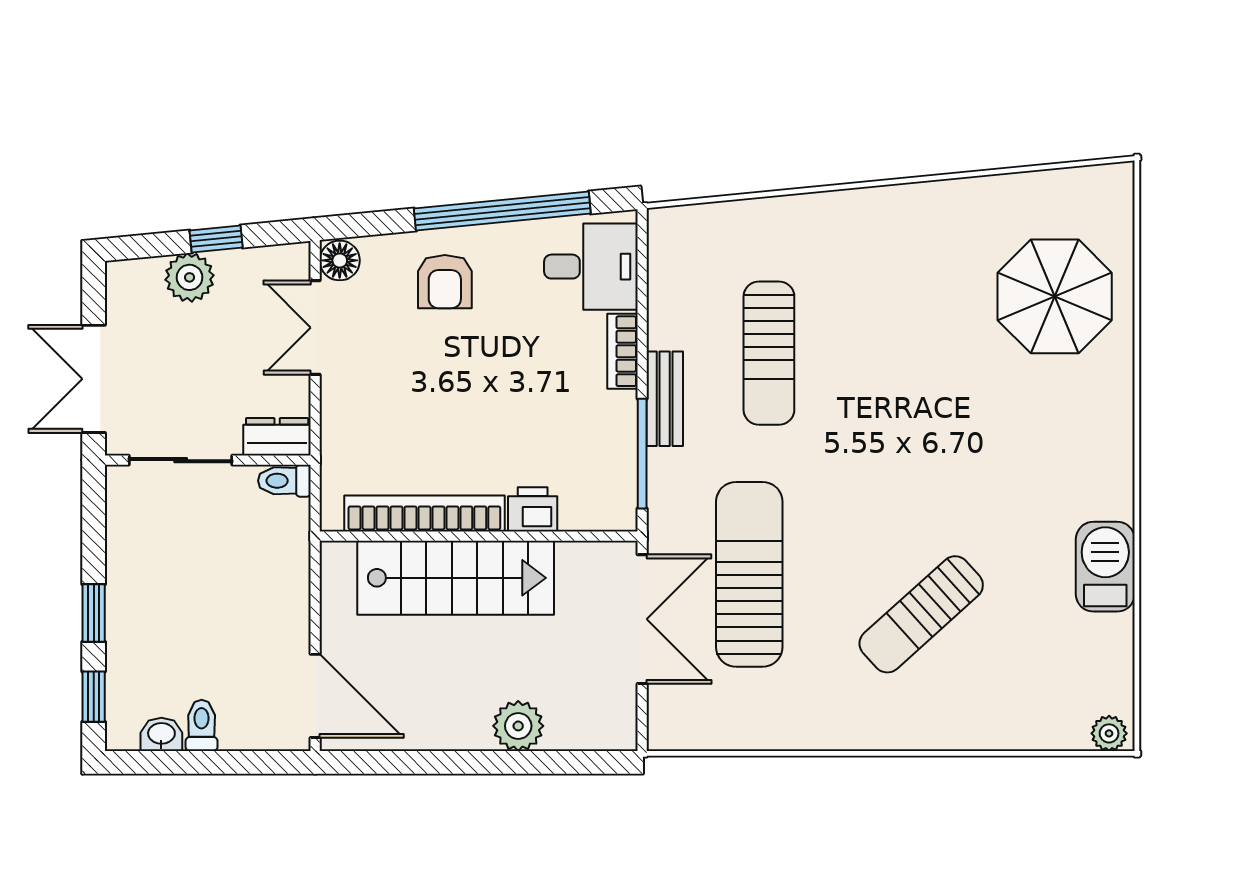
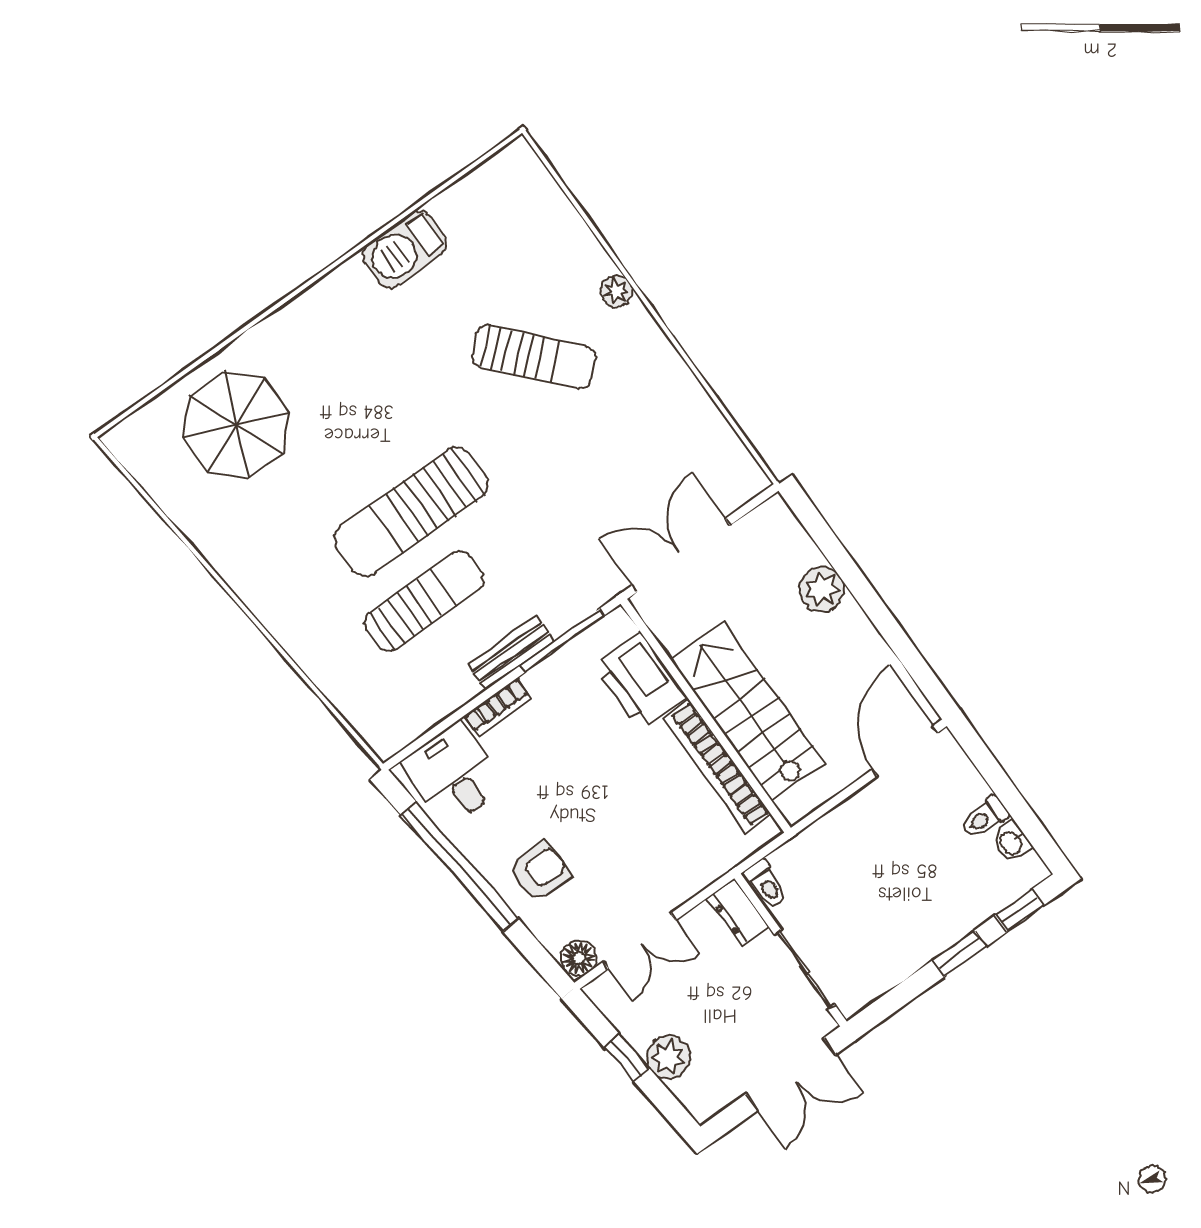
printer: (533, 509) -> (640, 681), width x1.87, depth x1.48
sun lounger: (749, 574) -> (411, 512), moved
plant: (1109, 733) -> (616, 291), moved

